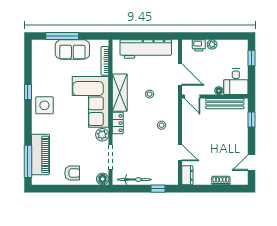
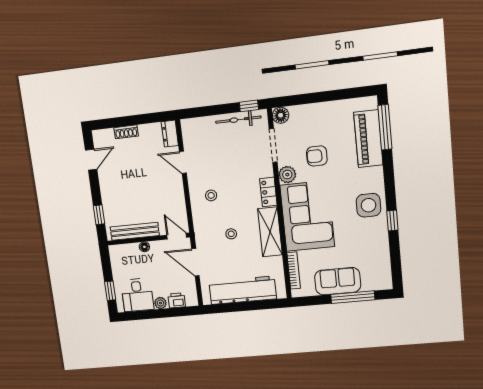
desk: (236, 82) -> (137, 295), moved, turned 180
armchair: (72, 173) -> (317, 156), moved
window: (158, 189) -> (249, 106), moved

